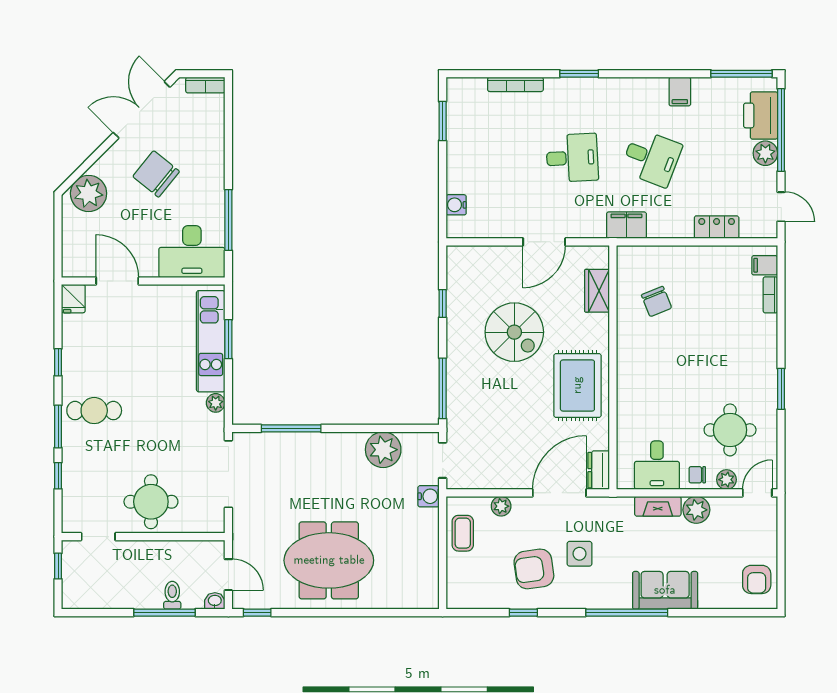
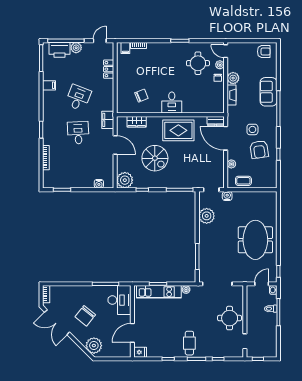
filing cabinet: (626, 225) -> (108, 120), moved
plant: (464, 264) -> (125, 180), added
spiral stairs: (514, 332) -> (155, 158), turned 90
desk: (657, 465) -> (172, 103), moved, turned 90

